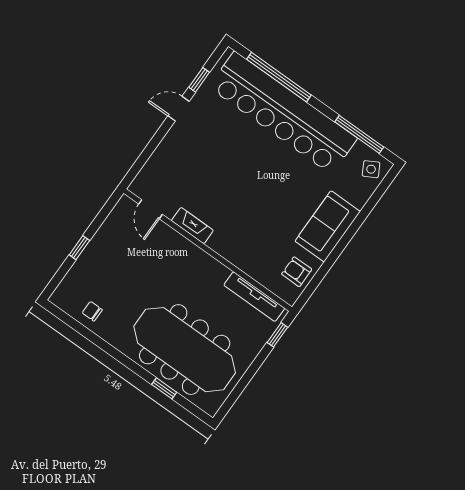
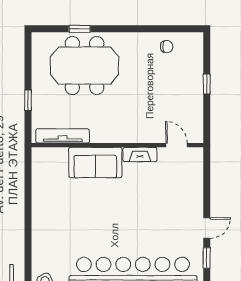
sofa: (328, 226) -> (95, 162), moved, turned 90
armchair: (297, 272) -> (46, 174), removed
window: (277, 335) -> (28, 100), moved
meeting table: (185, 350) -> (85, 66), width x0.73

